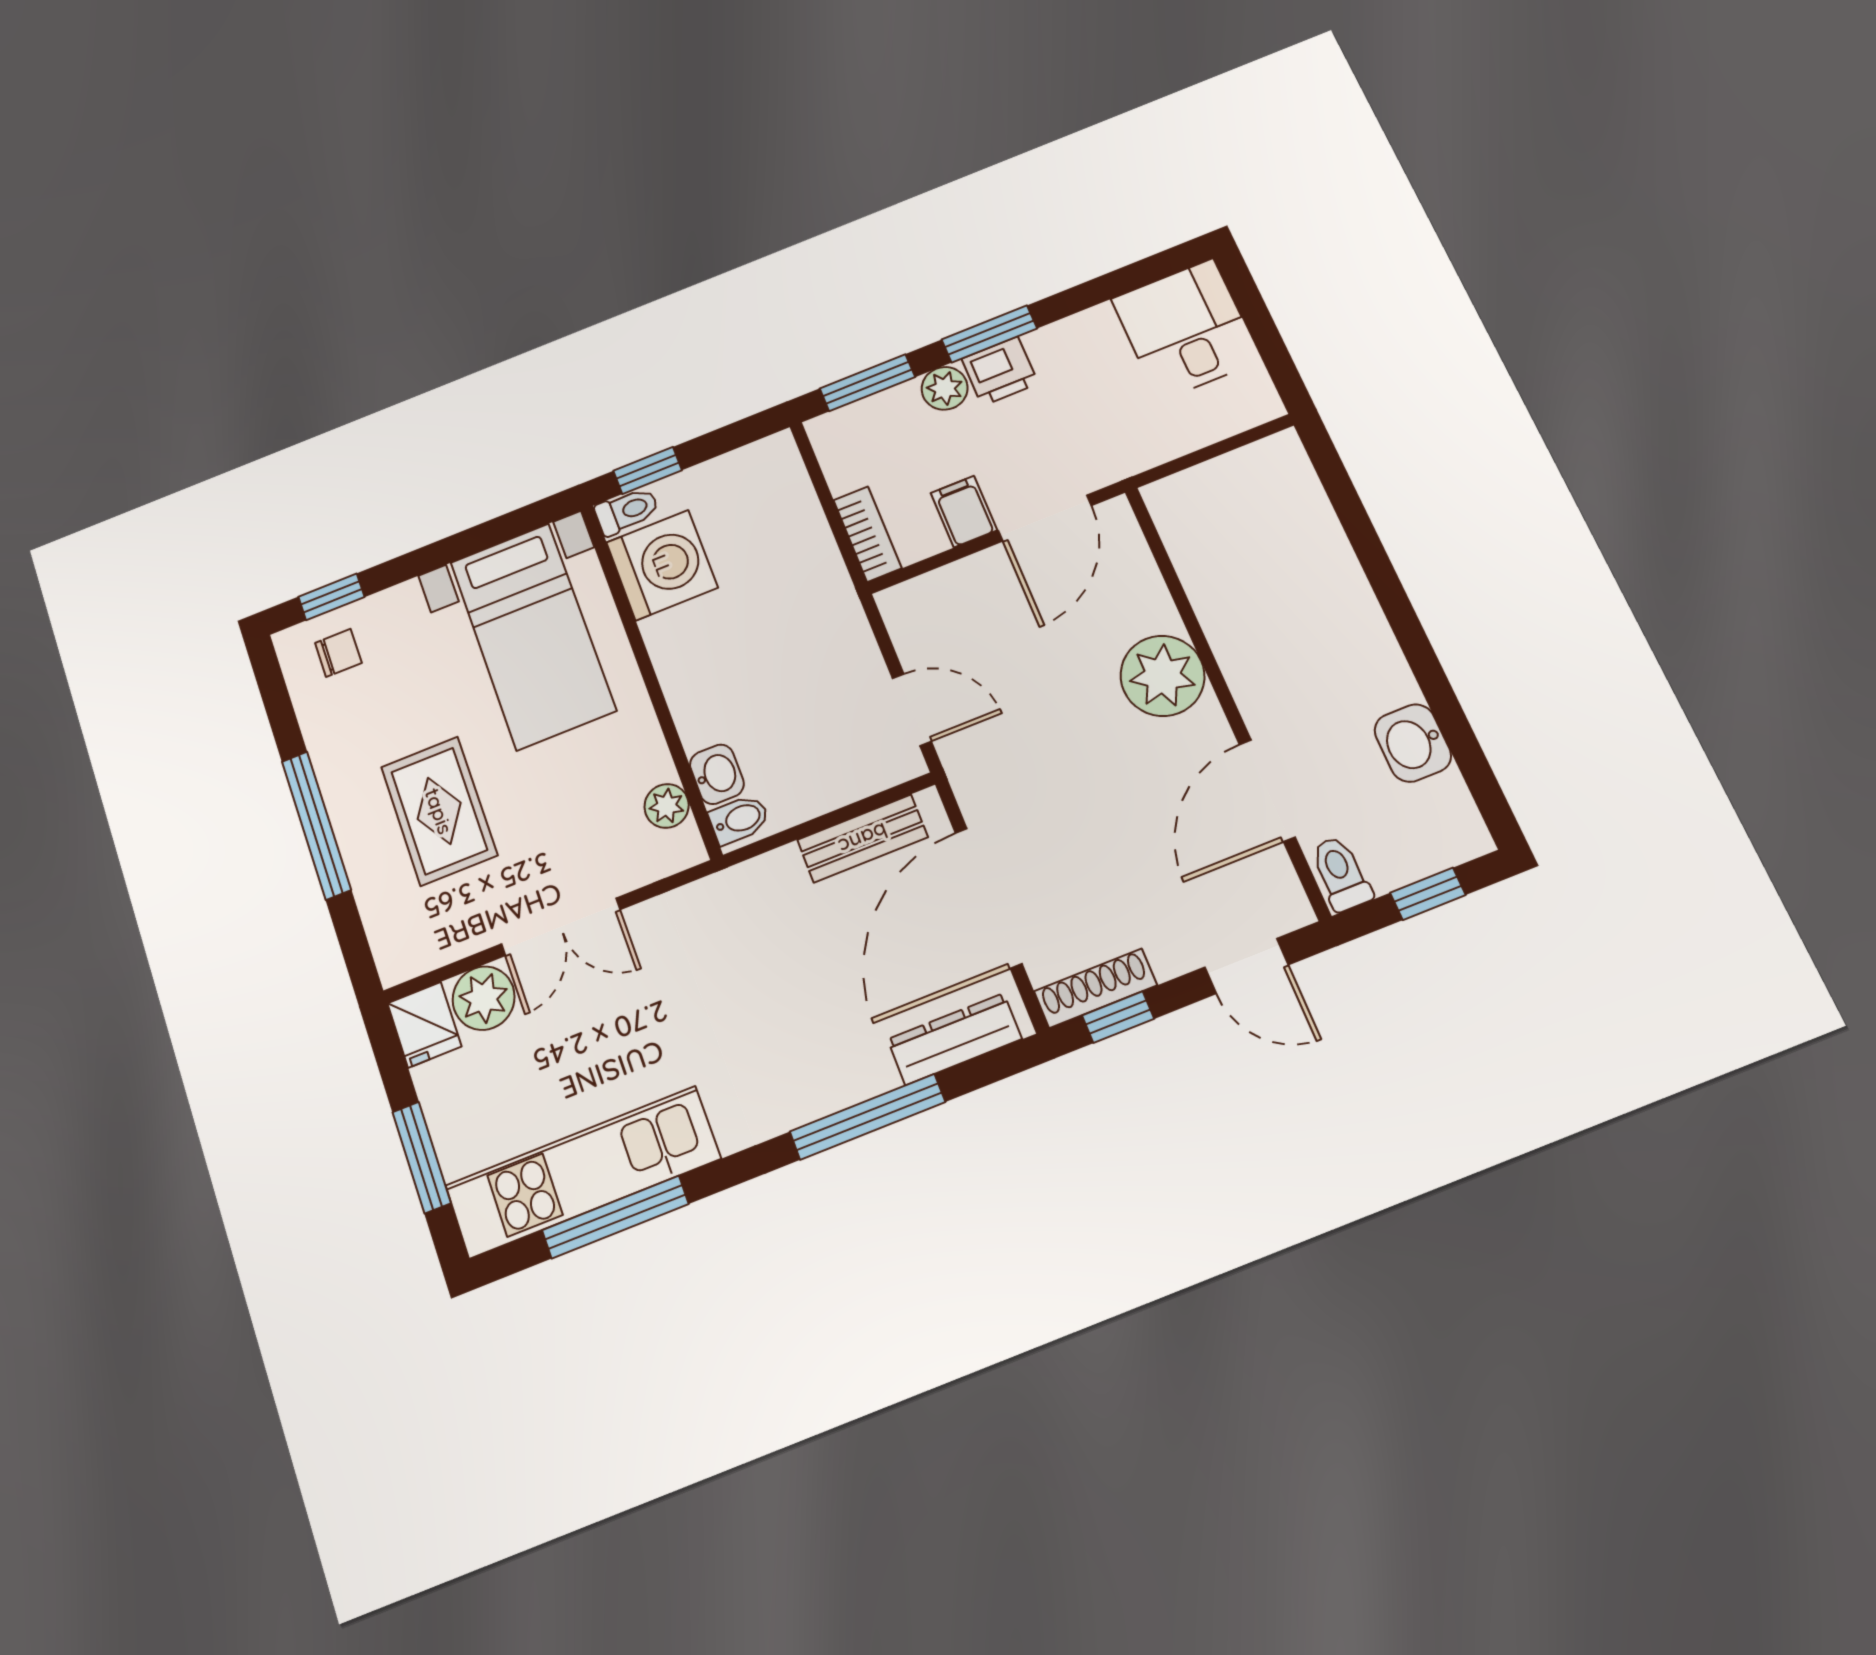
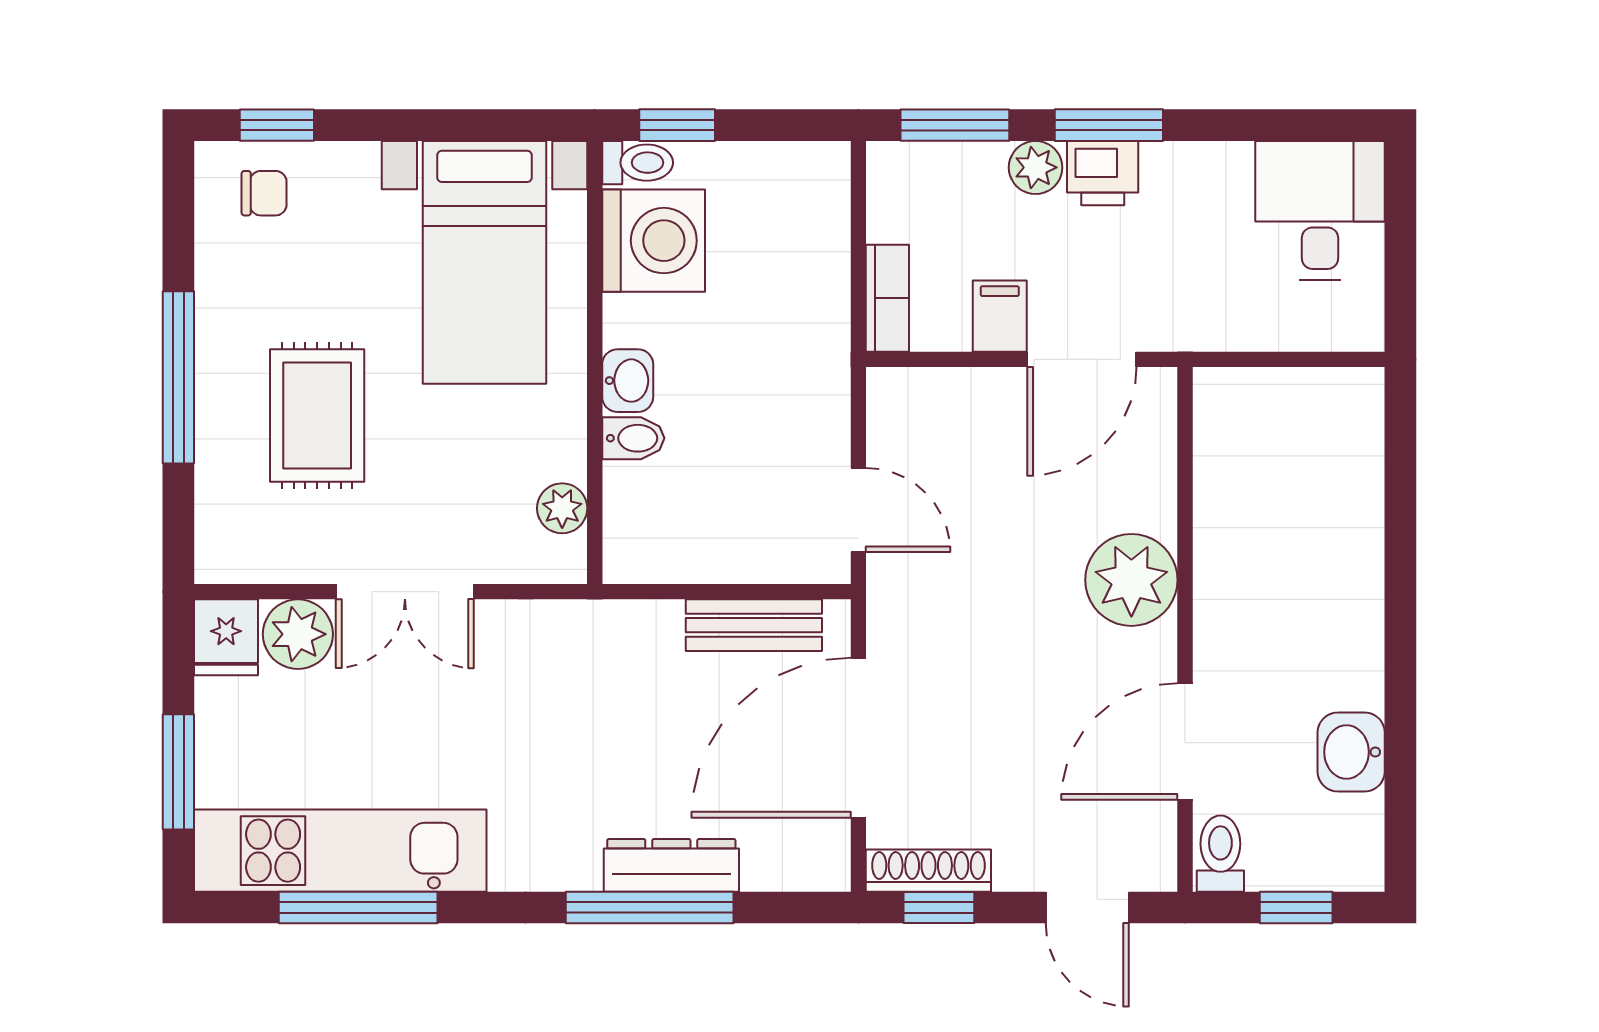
washbasin: (717, 774) -> (628, 381), moved
bidet: (739, 819) -> (633, 438), moved
dresser: (955, 1039) -> (671, 865), moved

